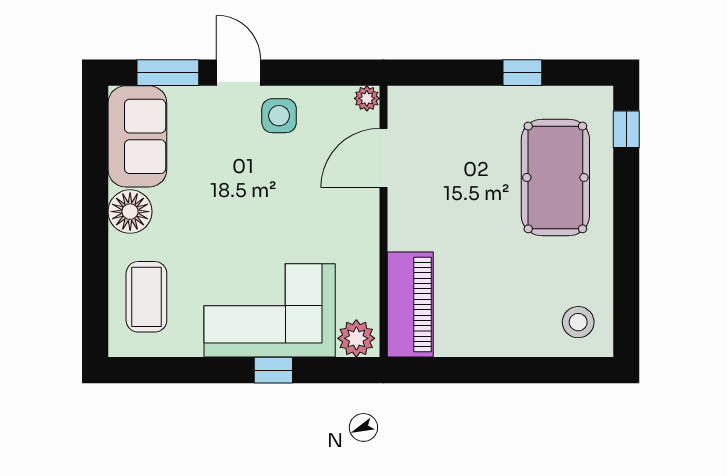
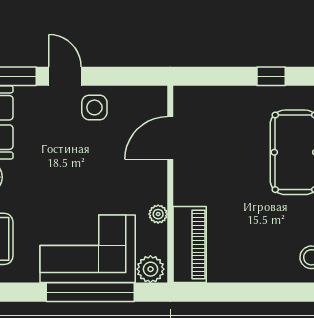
plant: (367, 98) -> (158, 214), moved
window: (273, 370) -> (90, 292), width x3.17

